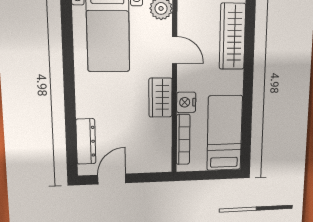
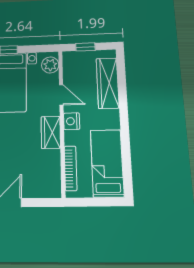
nightstand: (186, 102) -> (72, 121), moved

